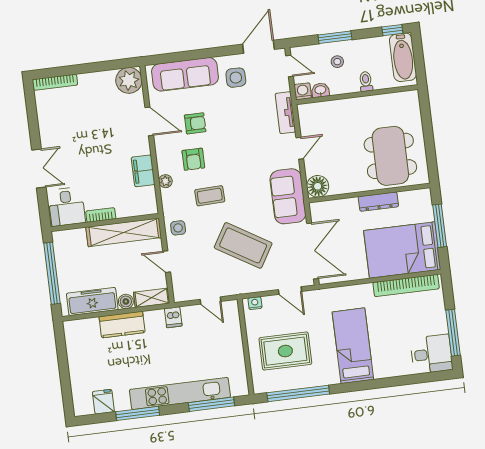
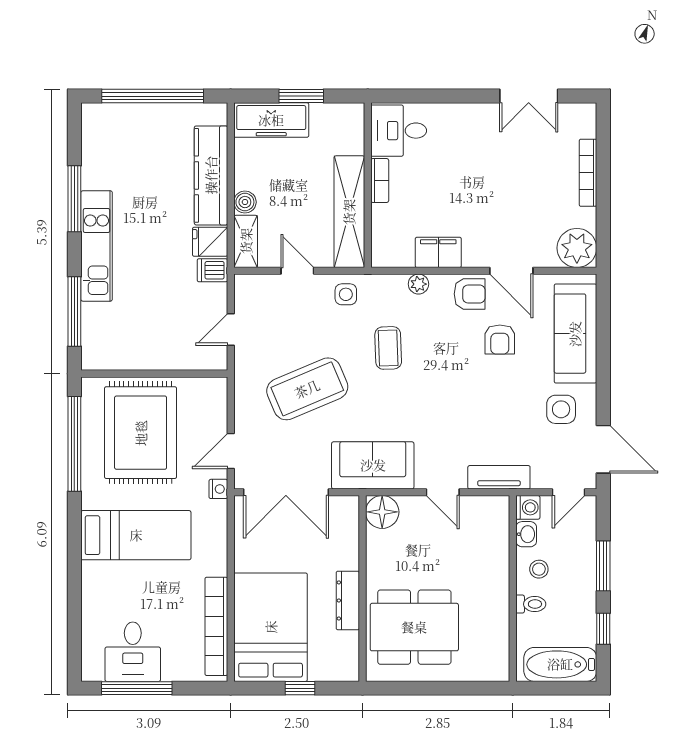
window: (392, 30) -> (603, 629), moved
stool: (337, 62) -> (539, 569), moved
bookcase: (55, 82) -> (588, 173), moved
door: (149, 121) -> (511, 271), hinge flipped
armchair: (193, 159) -> (470, 294), moved, turned 180
double door: (39, 169) -> (529, 96), moved
window: (440, 226) -> (300, 688), width x0.46
coffee table: (243, 245) -> (307, 389), turned 36
door: (167, 262) -> (297, 271), hinge flipped
window: (52, 273) -> (301, 96), width x0.47
freezer: (92, 301) -> (271, 120), moved, turned 90
nightstand: (255, 303) -> (218, 489), moved
kitchen counter: (122, 325) -> (211, 175), width x1.50
rug: (285, 351) -> (141, 433), width x1.37, depth x1.44
desk: (431, 354) -> (133, 652), moved
window: (64, 371) -> (153, 96), added
kitchen unit: (180, 393) -> (97, 246), width x0.73
fridge: (103, 402) -> (210, 242), moved, turned 180

